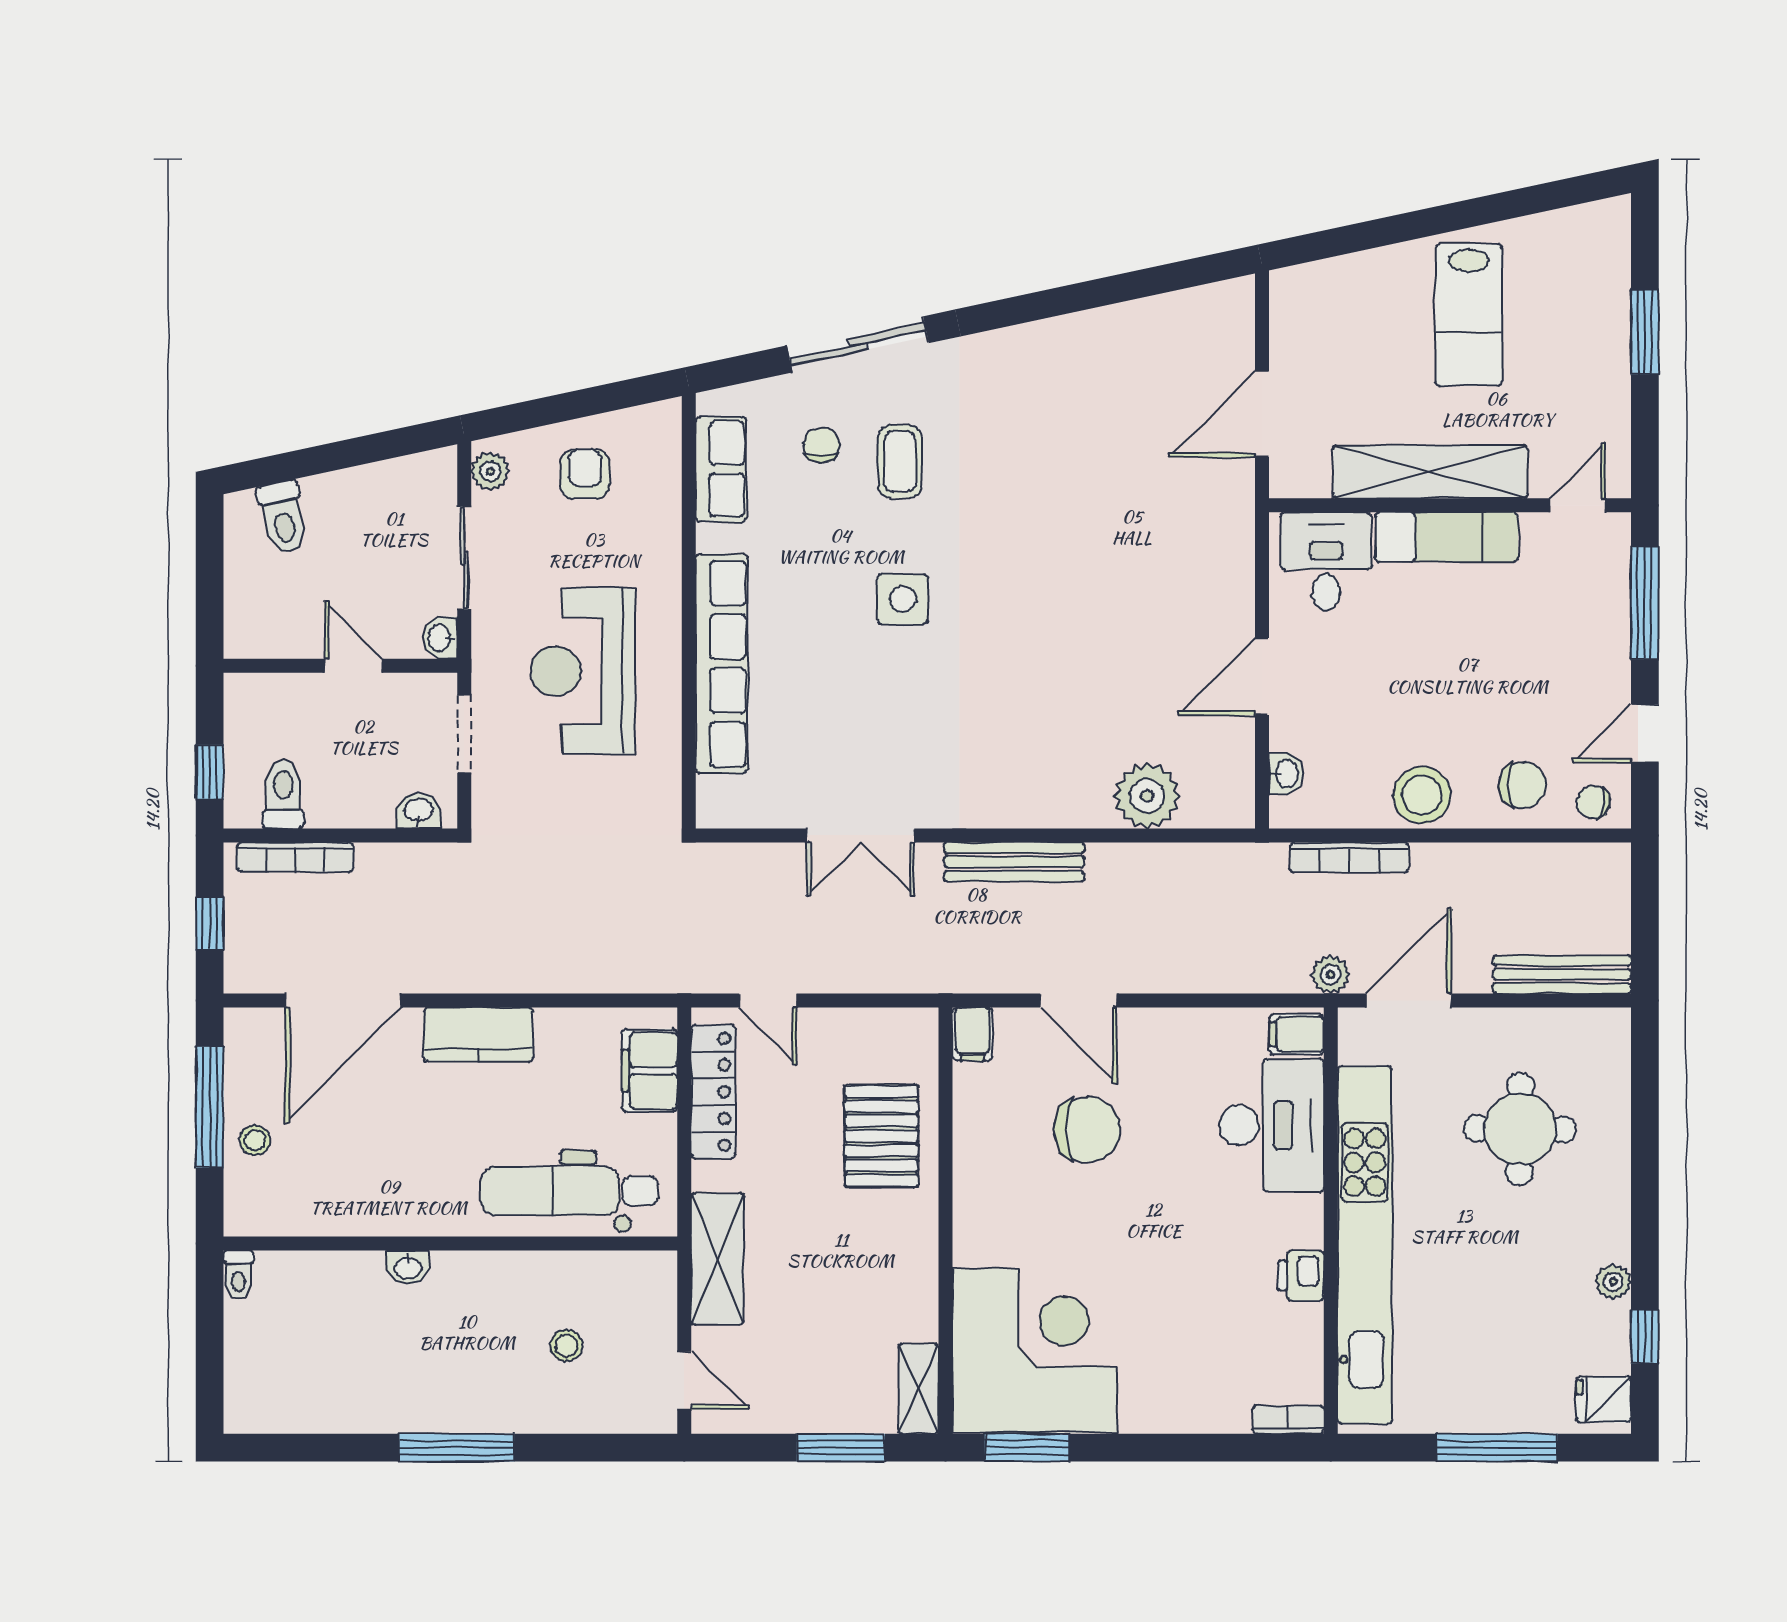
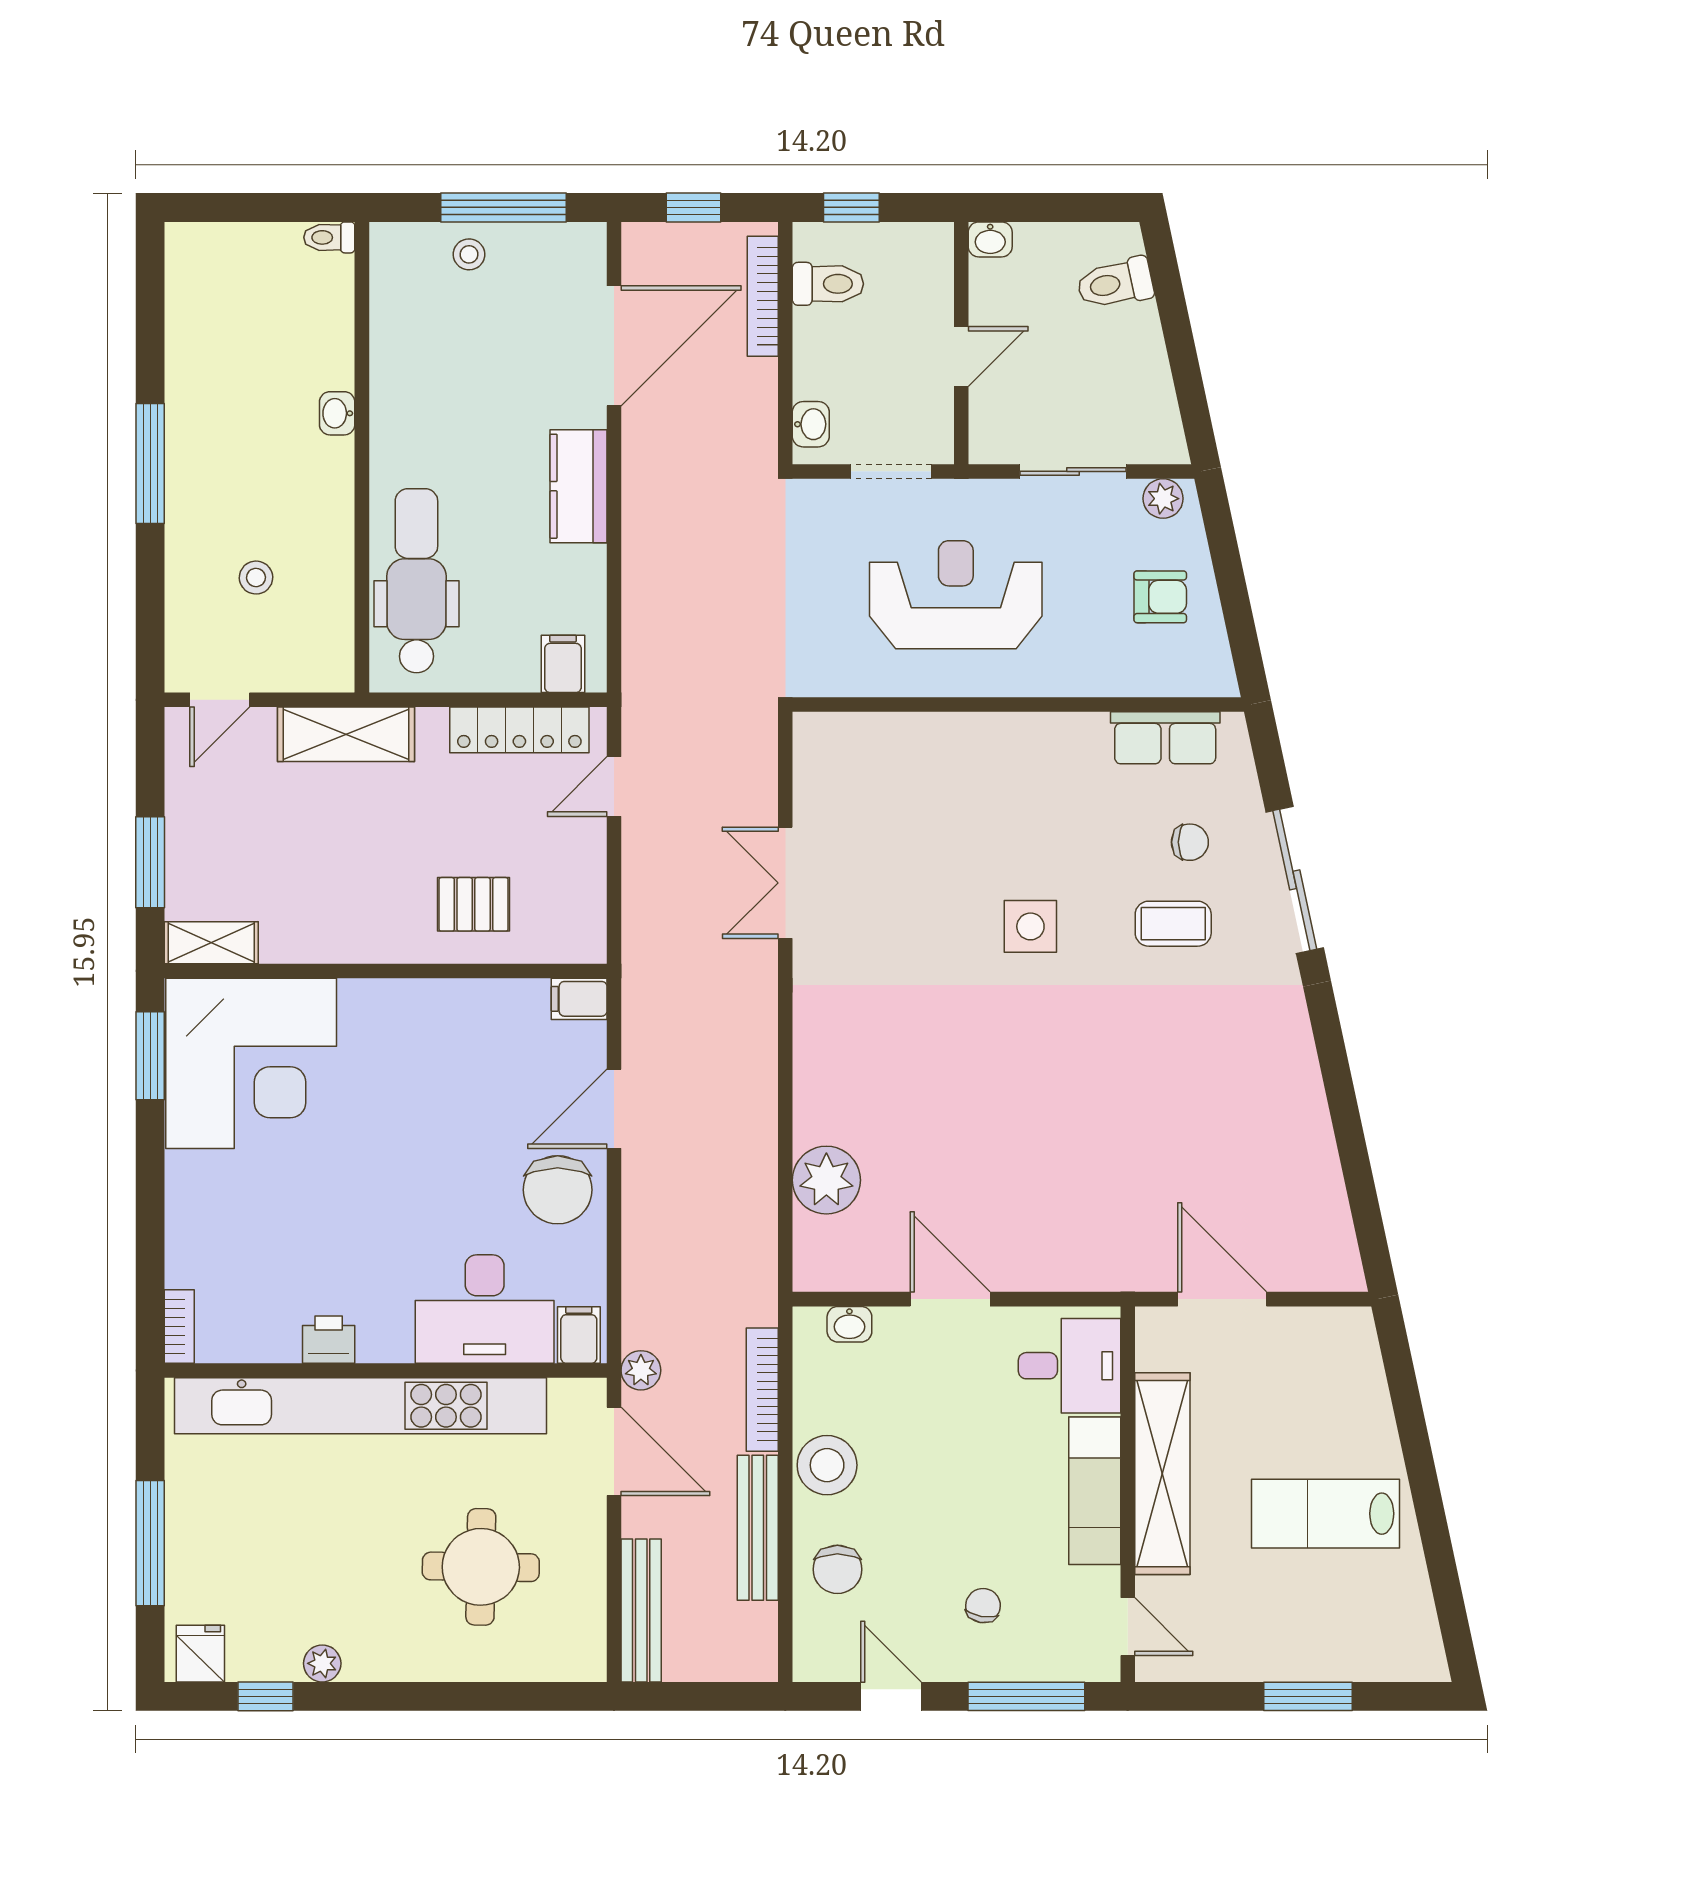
washbasin: (440, 638) -> (990, 239), moved, turned 180
row of seats: (722, 664) -> (964, 739), removed
chair: (1593, 802) -> (983, 1606), moved
bench: (1014, 862) -> (758, 1528), moved
door: (343, 1001) -> (614, 346), swing flipped
filing cabinet: (650, 1071) -> (563, 664), width x0.50
chair: (1087, 1129) -> (558, 1190), moved
pallet: (881, 1136) -> (474, 904), width x0.67, depth x0.71

